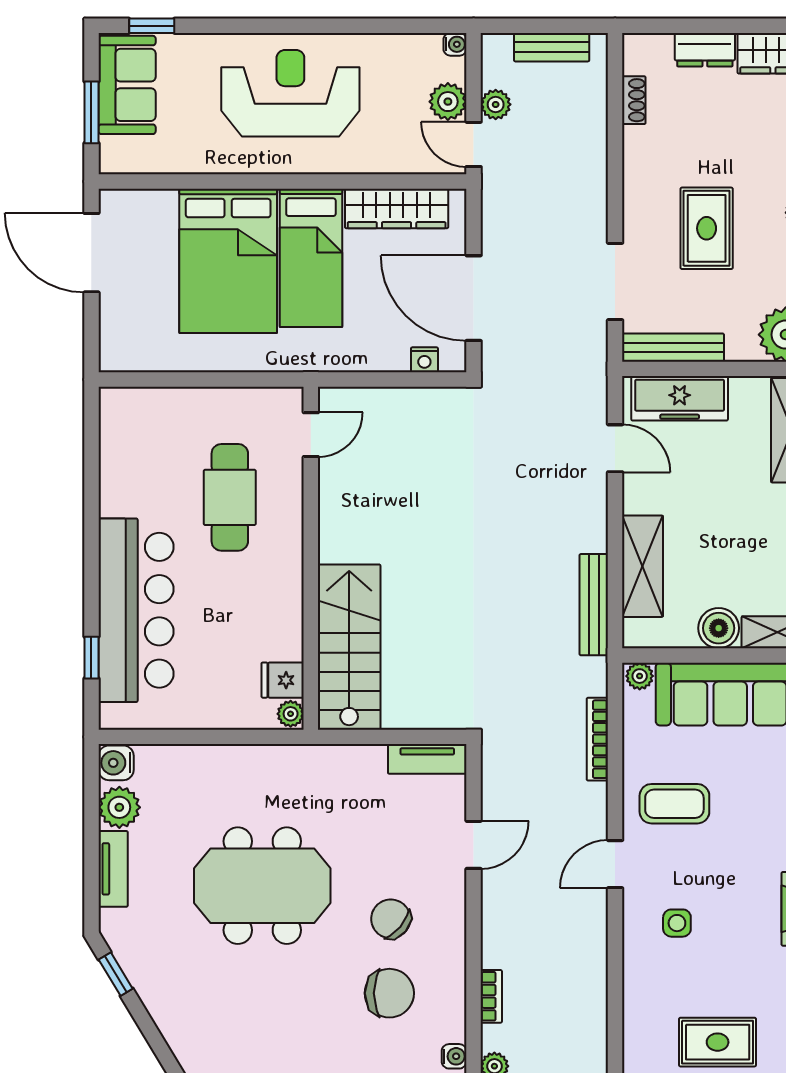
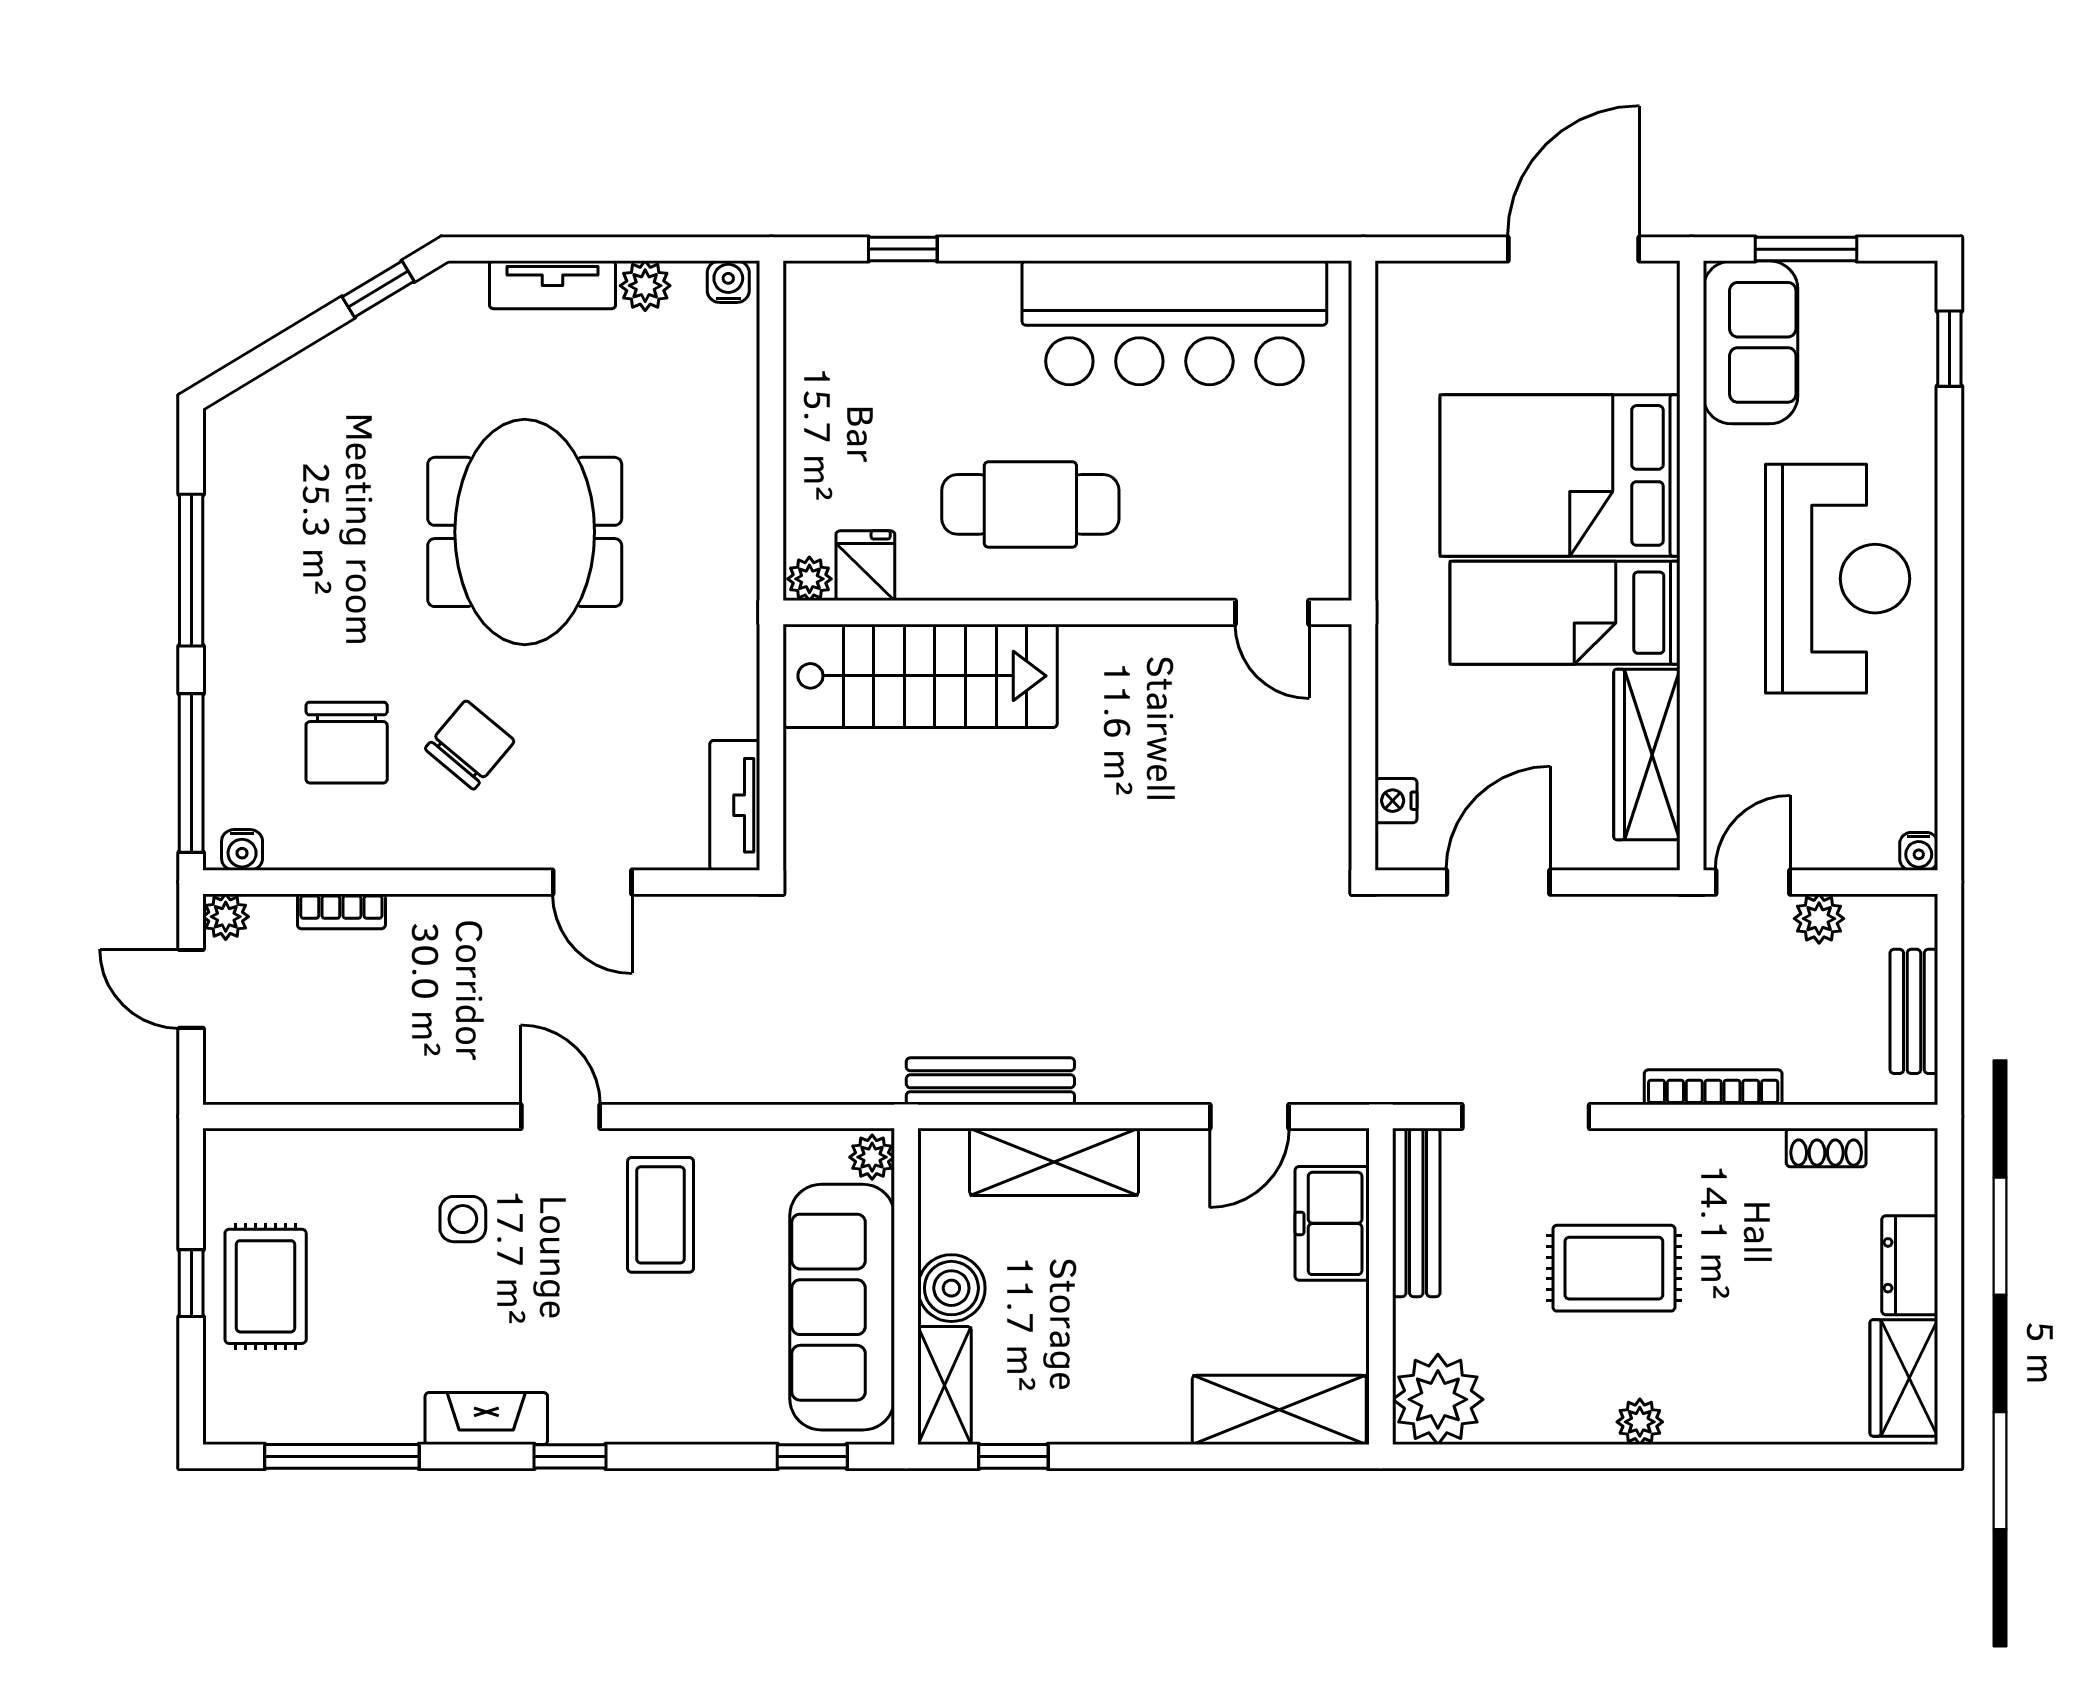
sofa: (127, 85) -> (1750, 342), moved, turned -90
plant: (448, 102) -> (1824, 840), removed
door: (474, 298) -> (1498, 882), width x0.73
freezer: (680, 398) -> (1332, 1223), width x0.71
cafe table: (230, 497) -> (1030, 504), moved
bar counter: (136, 610) -> (1174, 323), moved
bookcase: (597, 739) -> (1713, 1087), moved
water cooler: (116, 763) -> (728, 282), width x0.72, depth x0.72
plant: (119, 807) -> (645, 286), width x0.73, depth x0.73

